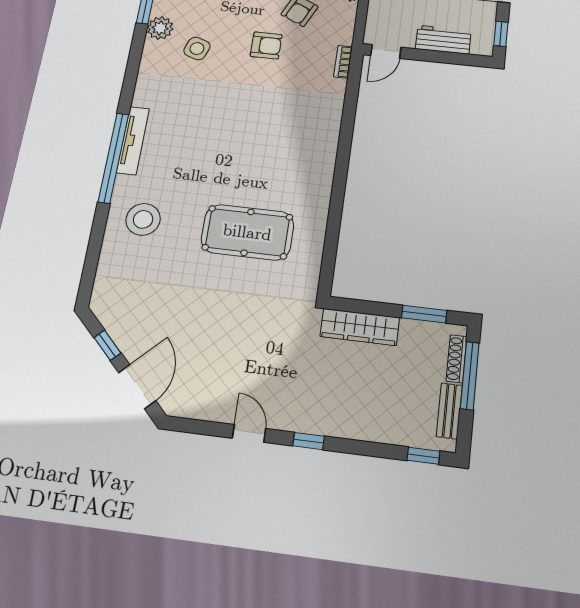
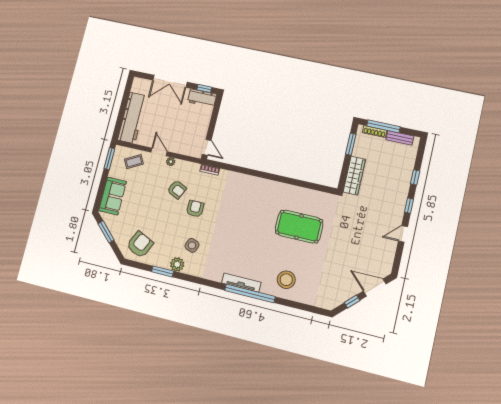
workbench: (443, 40) -> (202, 98), moved, turned -90
pool table: (247, 232) -> (299, 227), turned 90
window: (423, 456) -> (415, 177), moved

